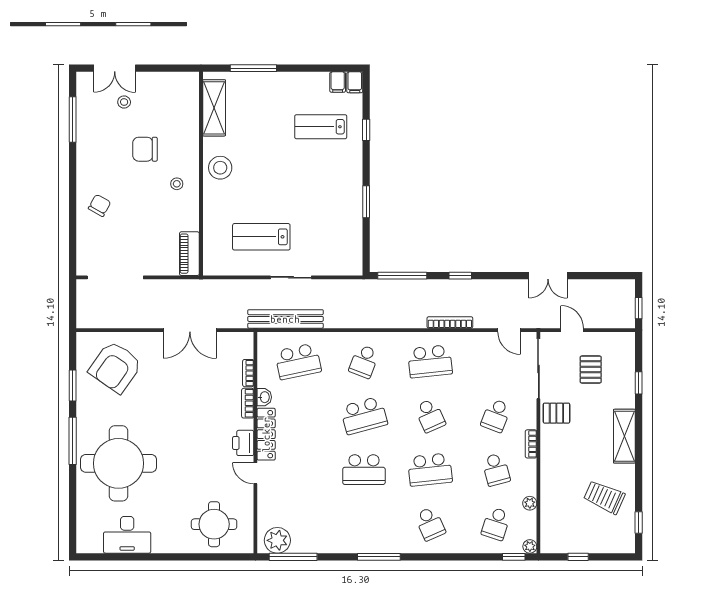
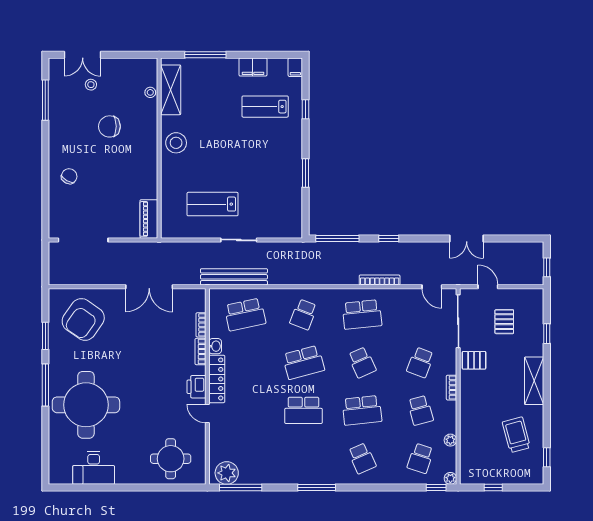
filing cabinet: (338, 82) -> (253, 67), moved, width x2.00
stool: (177, 184) -> (150, 92), moved
trolley: (604, 497) -> (516, 435), turned 51

